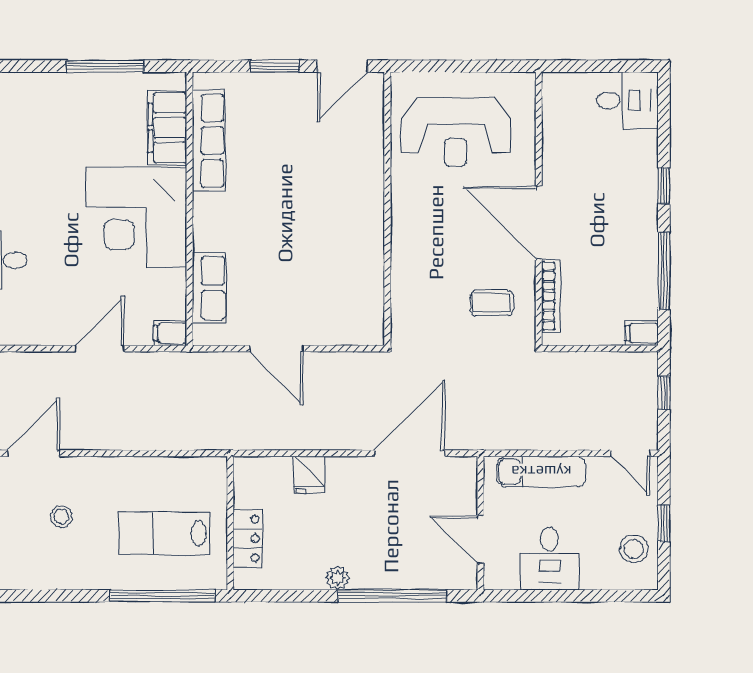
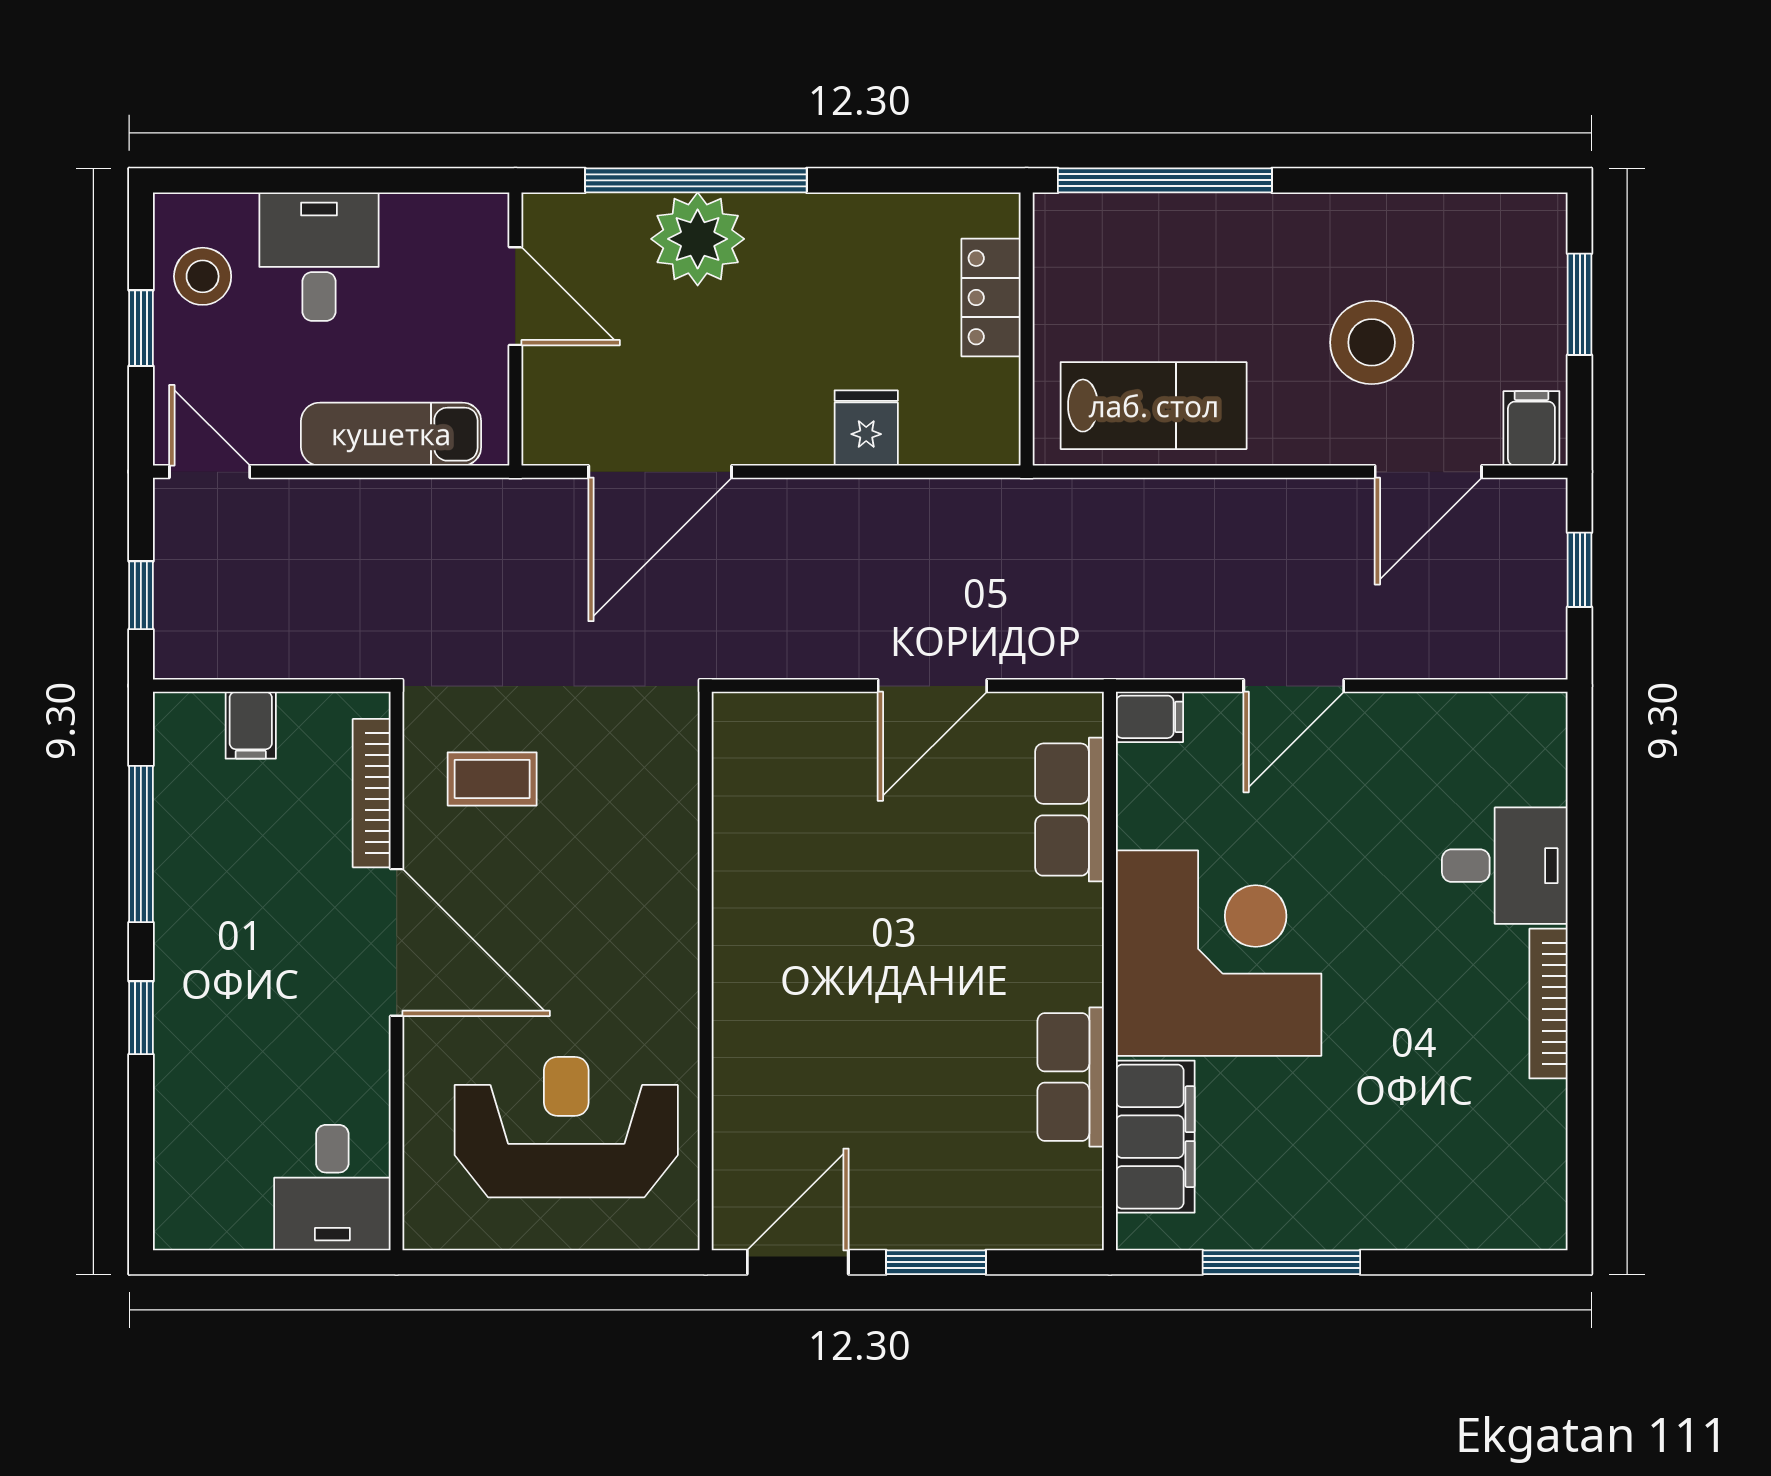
desk: (627, 100) -> (332, 1188), moved, turned -90
row of seats: (209, 141) -> (1071, 1077), width x0.68
filing cabinet: (642, 333) -> (251, 725), moved, turned 90
door: (276, 348) -> (932, 686), swing flipped
stool: (61, 517) -> (1372, 342), width x1.89, depth x1.89
lab bench: (164, 533) -> (1154, 406), moved
desk: (549, 559) -> (319, 257), moved
plant: (337, 578) -> (698, 239), moved, width x1.87, depth x1.87

